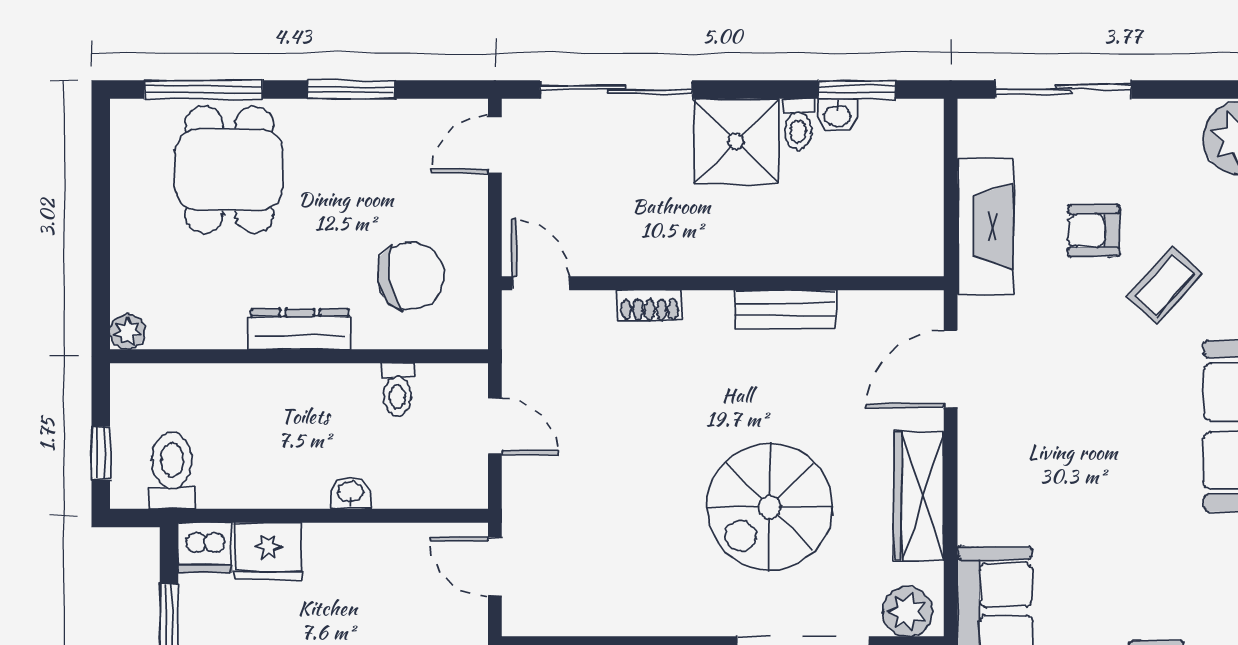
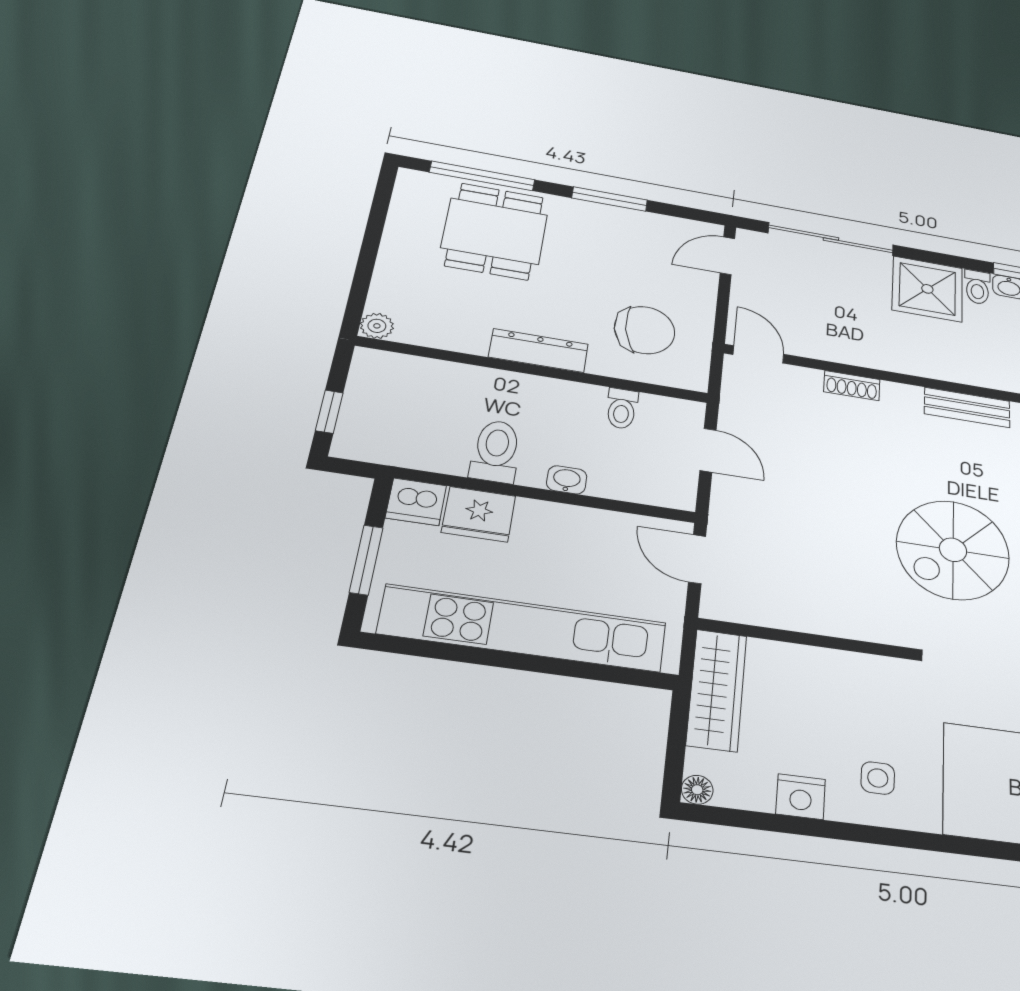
toilet: (172, 470) -> (496, 451), moved

